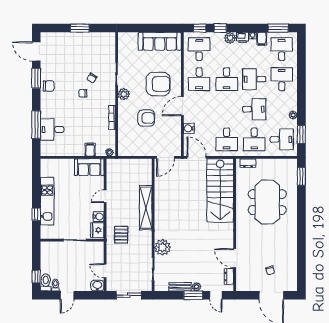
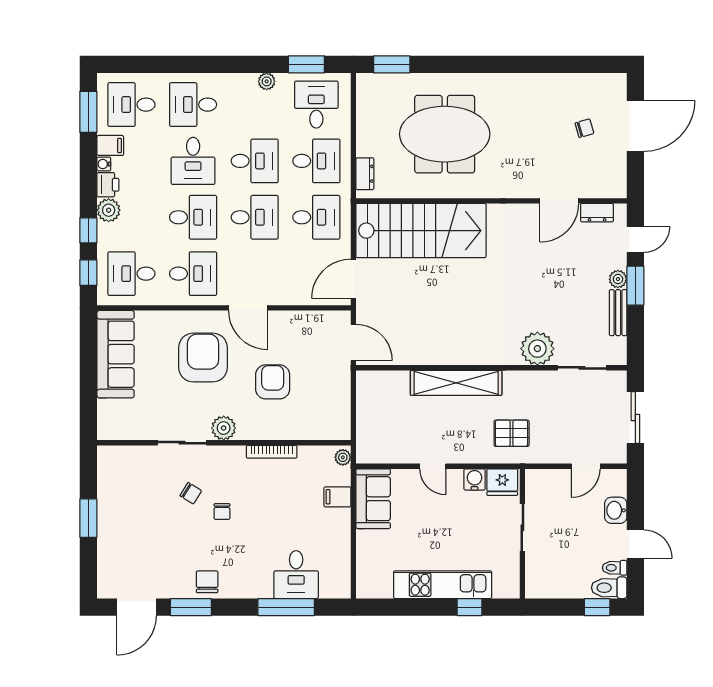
desk: (227, 109) -> (255, 217), added
desk: (254, 109) -> (255, 161), turned 90
water cooler: (189, 128) -> (294, 295), removed
washbasin: (97, 286) -> (616, 510), moved

